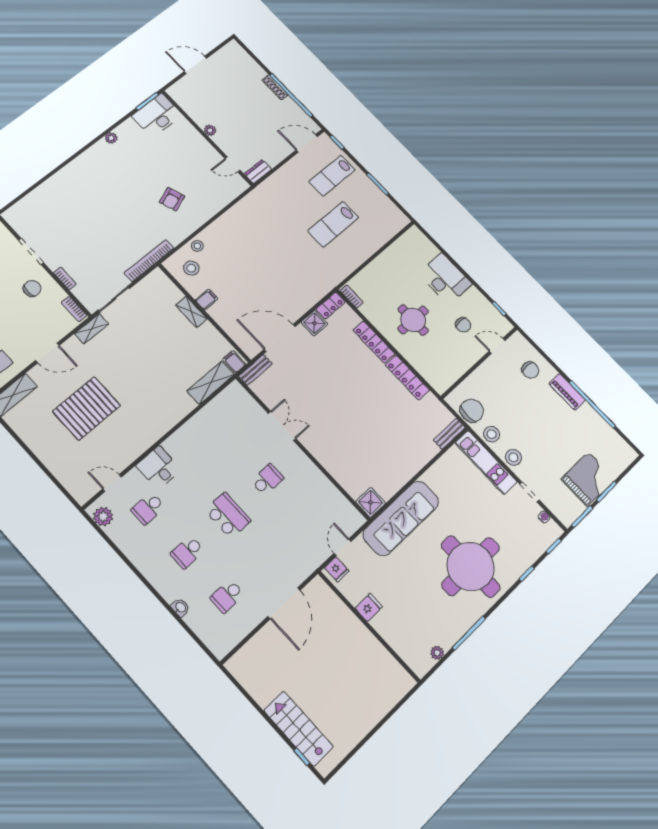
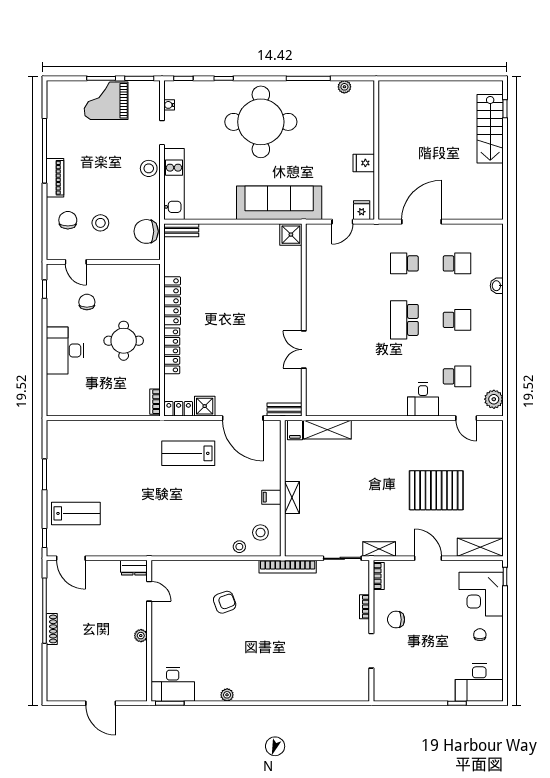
lab bench: (333, 224) -> (188, 453), moved, turned 180
stool: (492, 434) -> (100, 223), moved
school desk: (267, 480) -> (404, 263), moved

